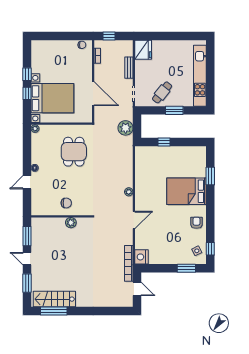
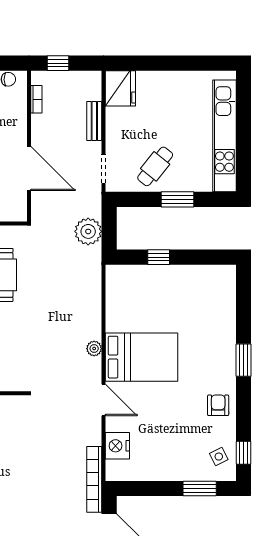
window: (210, 176) -> (244, 360), moved
bed: (187, 191) -> (142, 357), moved, turned 180
door: (134, 220) -> (104, 400), hinge flipped
nightstand: (141, 257) -> (117, 446), moved

